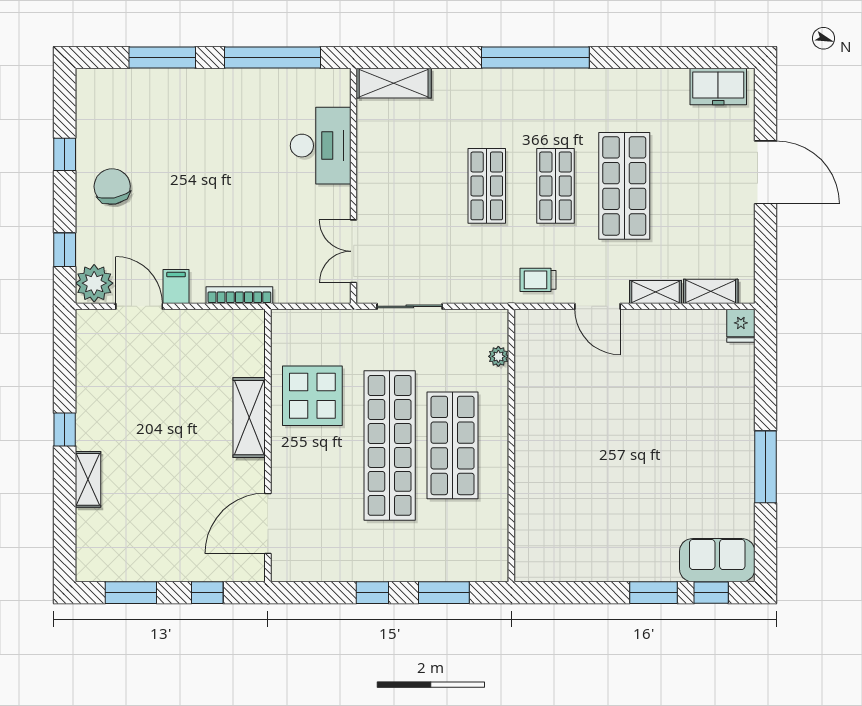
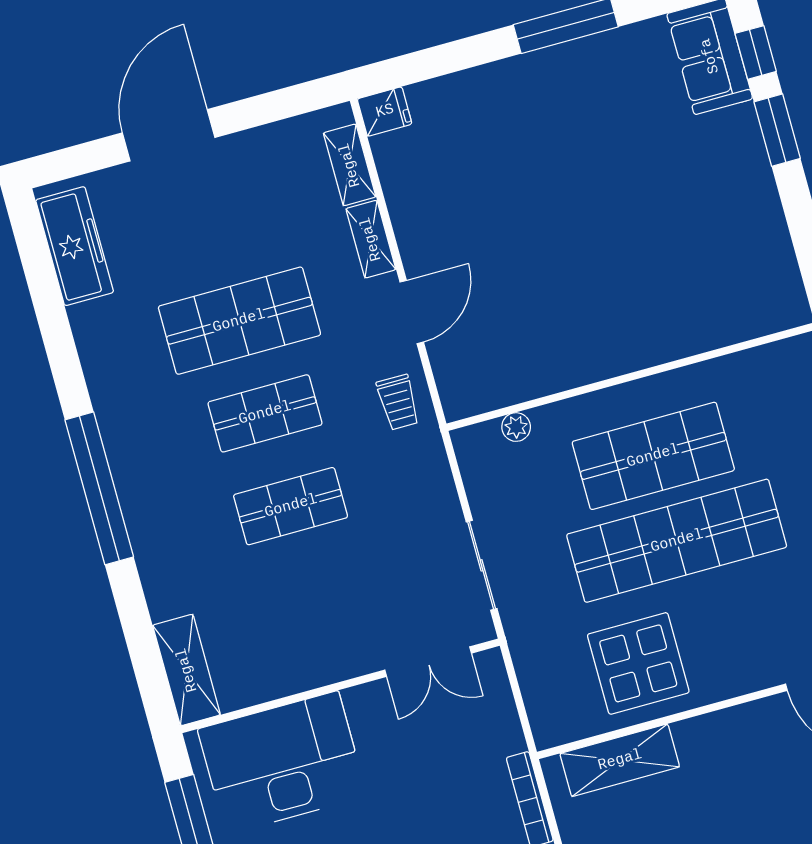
freezer: (718, 87) -> (75, 246), width x1.40
desk: (321, 146) -> (282, 763), width x1.36, depth x1.30
shelving: (249, 418) -> (620, 760), moved

